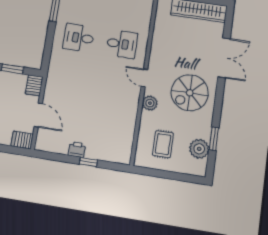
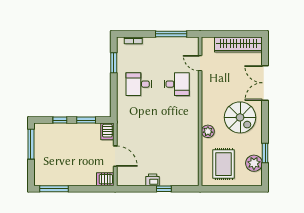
double door: (224, 58) -> (265, 83), swing flipped
door: (144, 78) -> (200, 63), moved
spiral stairs: (190, 93) -> (240, 117), turned -90
rug: (163, 144) -> (224, 164), width x1.36, depth x1.43

